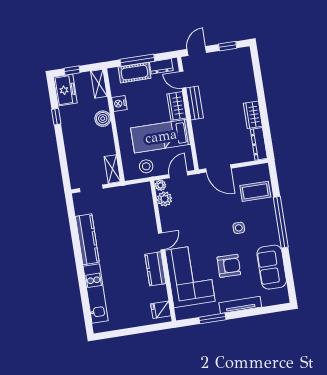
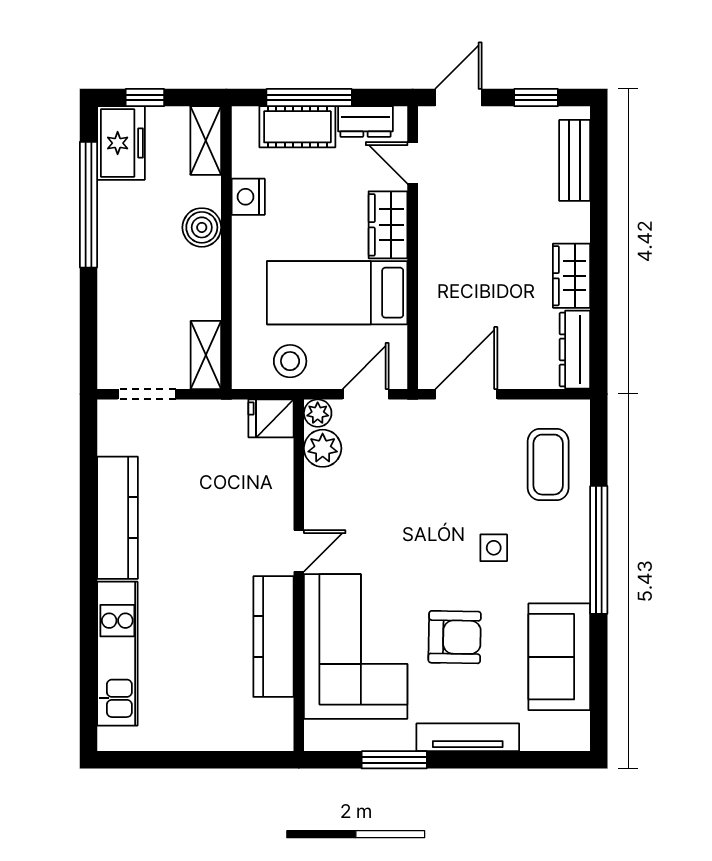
bench: (195, 103) -> (575, 160), moved
window: (56, 117) -> (88, 205), width x3.17
door: (218, 168) -> (466, 394), swing flipped
coffee table: (255, 191) -> (548, 465), turned 90
kitchen counter: (155, 269) -> (273, 637), width x1.50
fridge: (161, 310) -> (271, 418), moved

